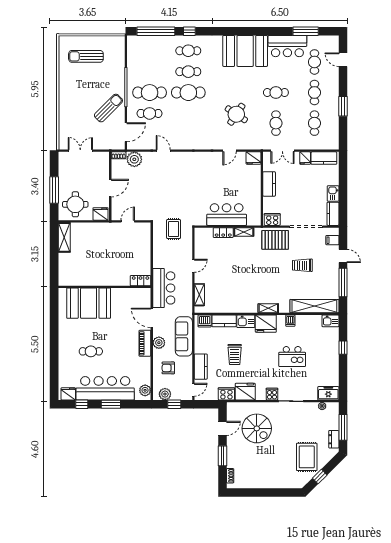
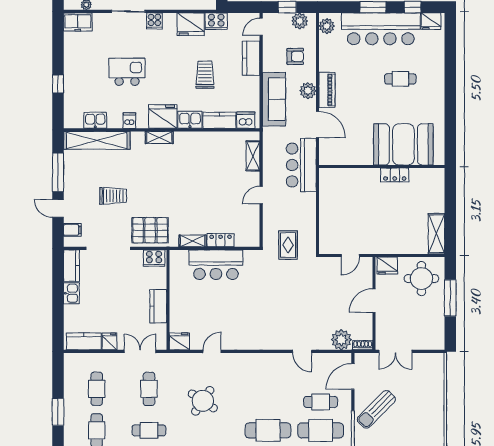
double door: (80, 151) -> (395, 351), moved
locker: (141, 281) -> (395, 175), moved
kitchen sink: (330, 321) -> (95, 120), moved

